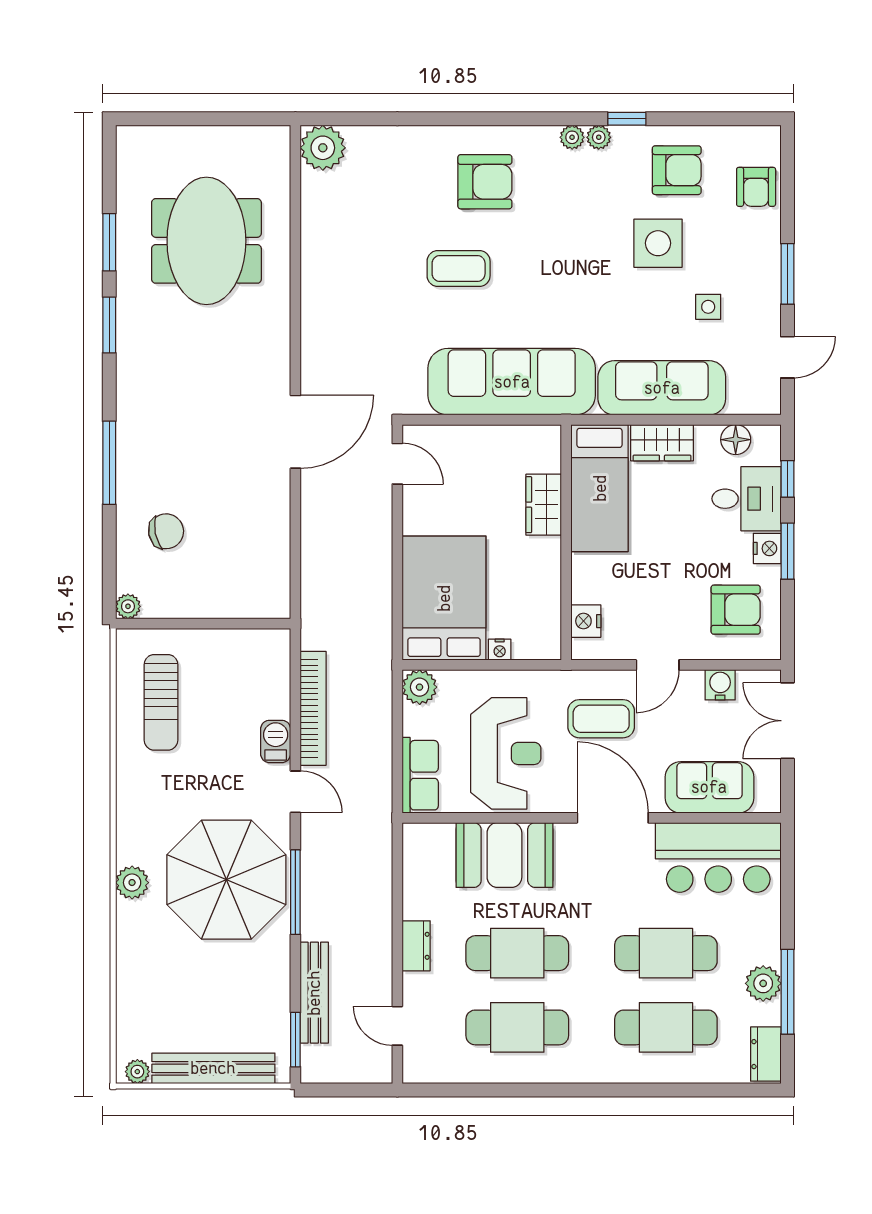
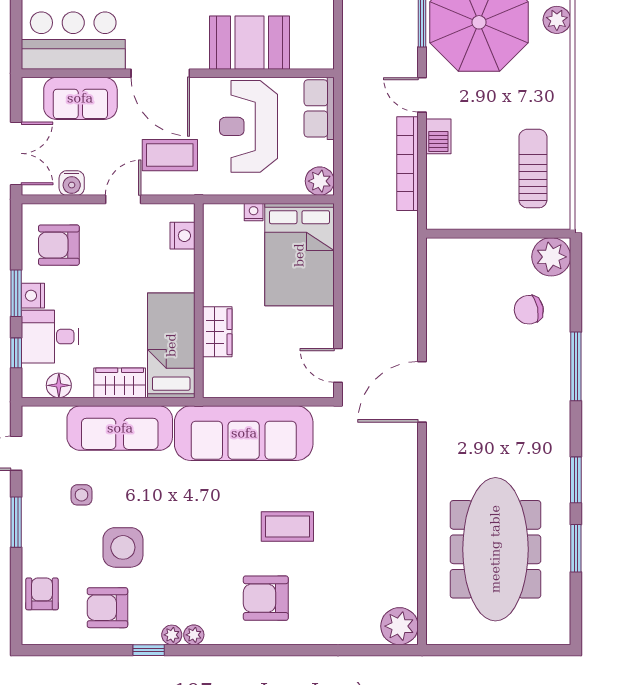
meeting table: (206, 241) -> (495, 549), width x1.36
plant: (128, 606) -> (551, 257), width x1.88, depth x1.88

